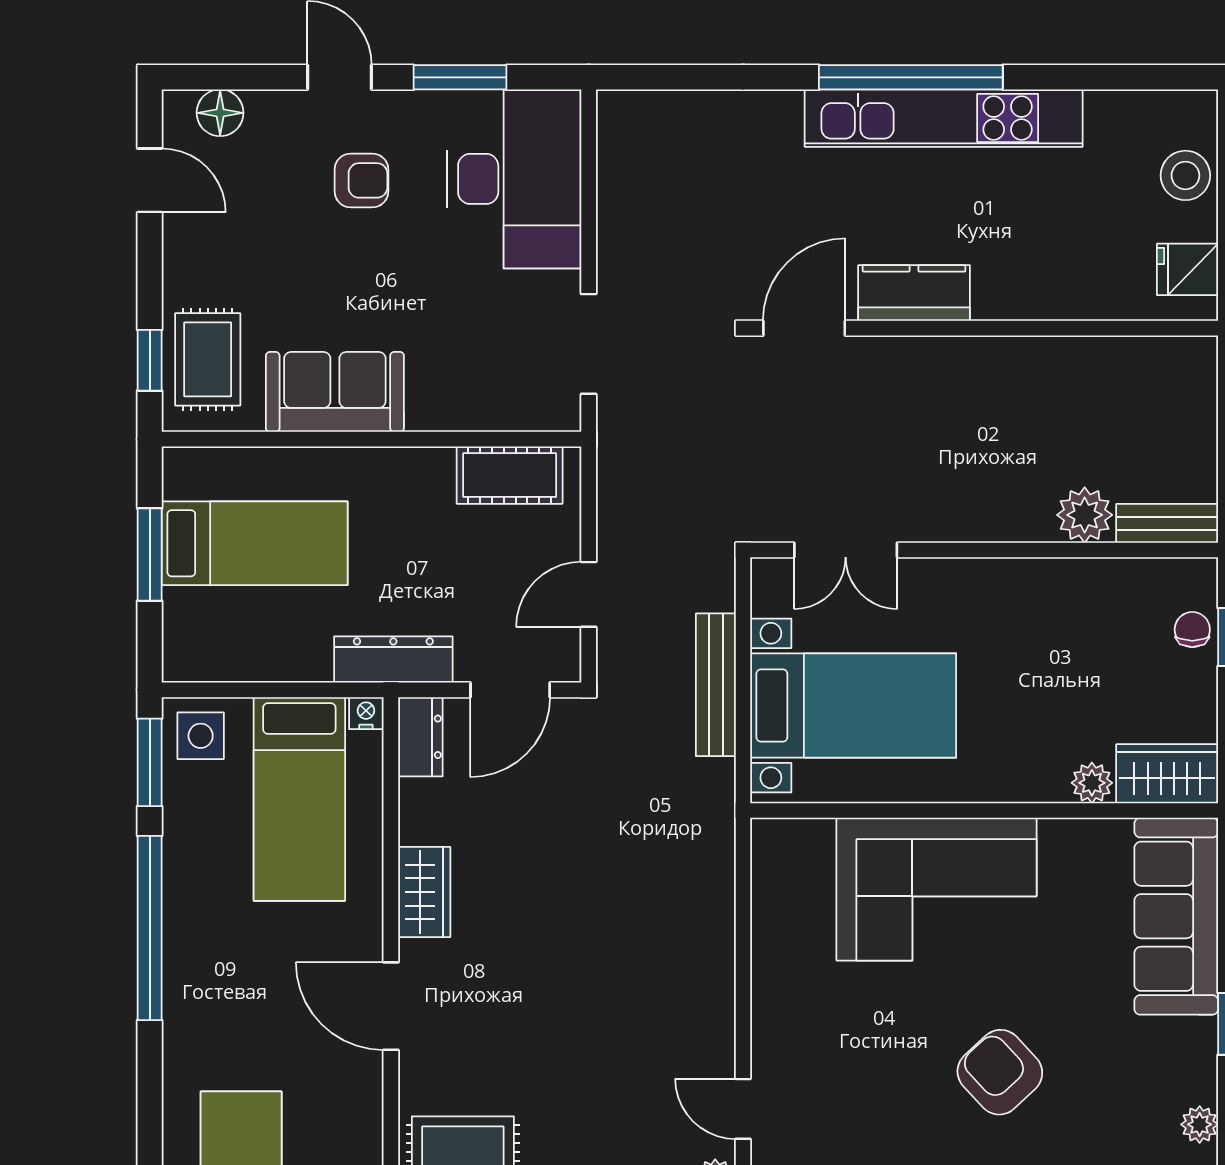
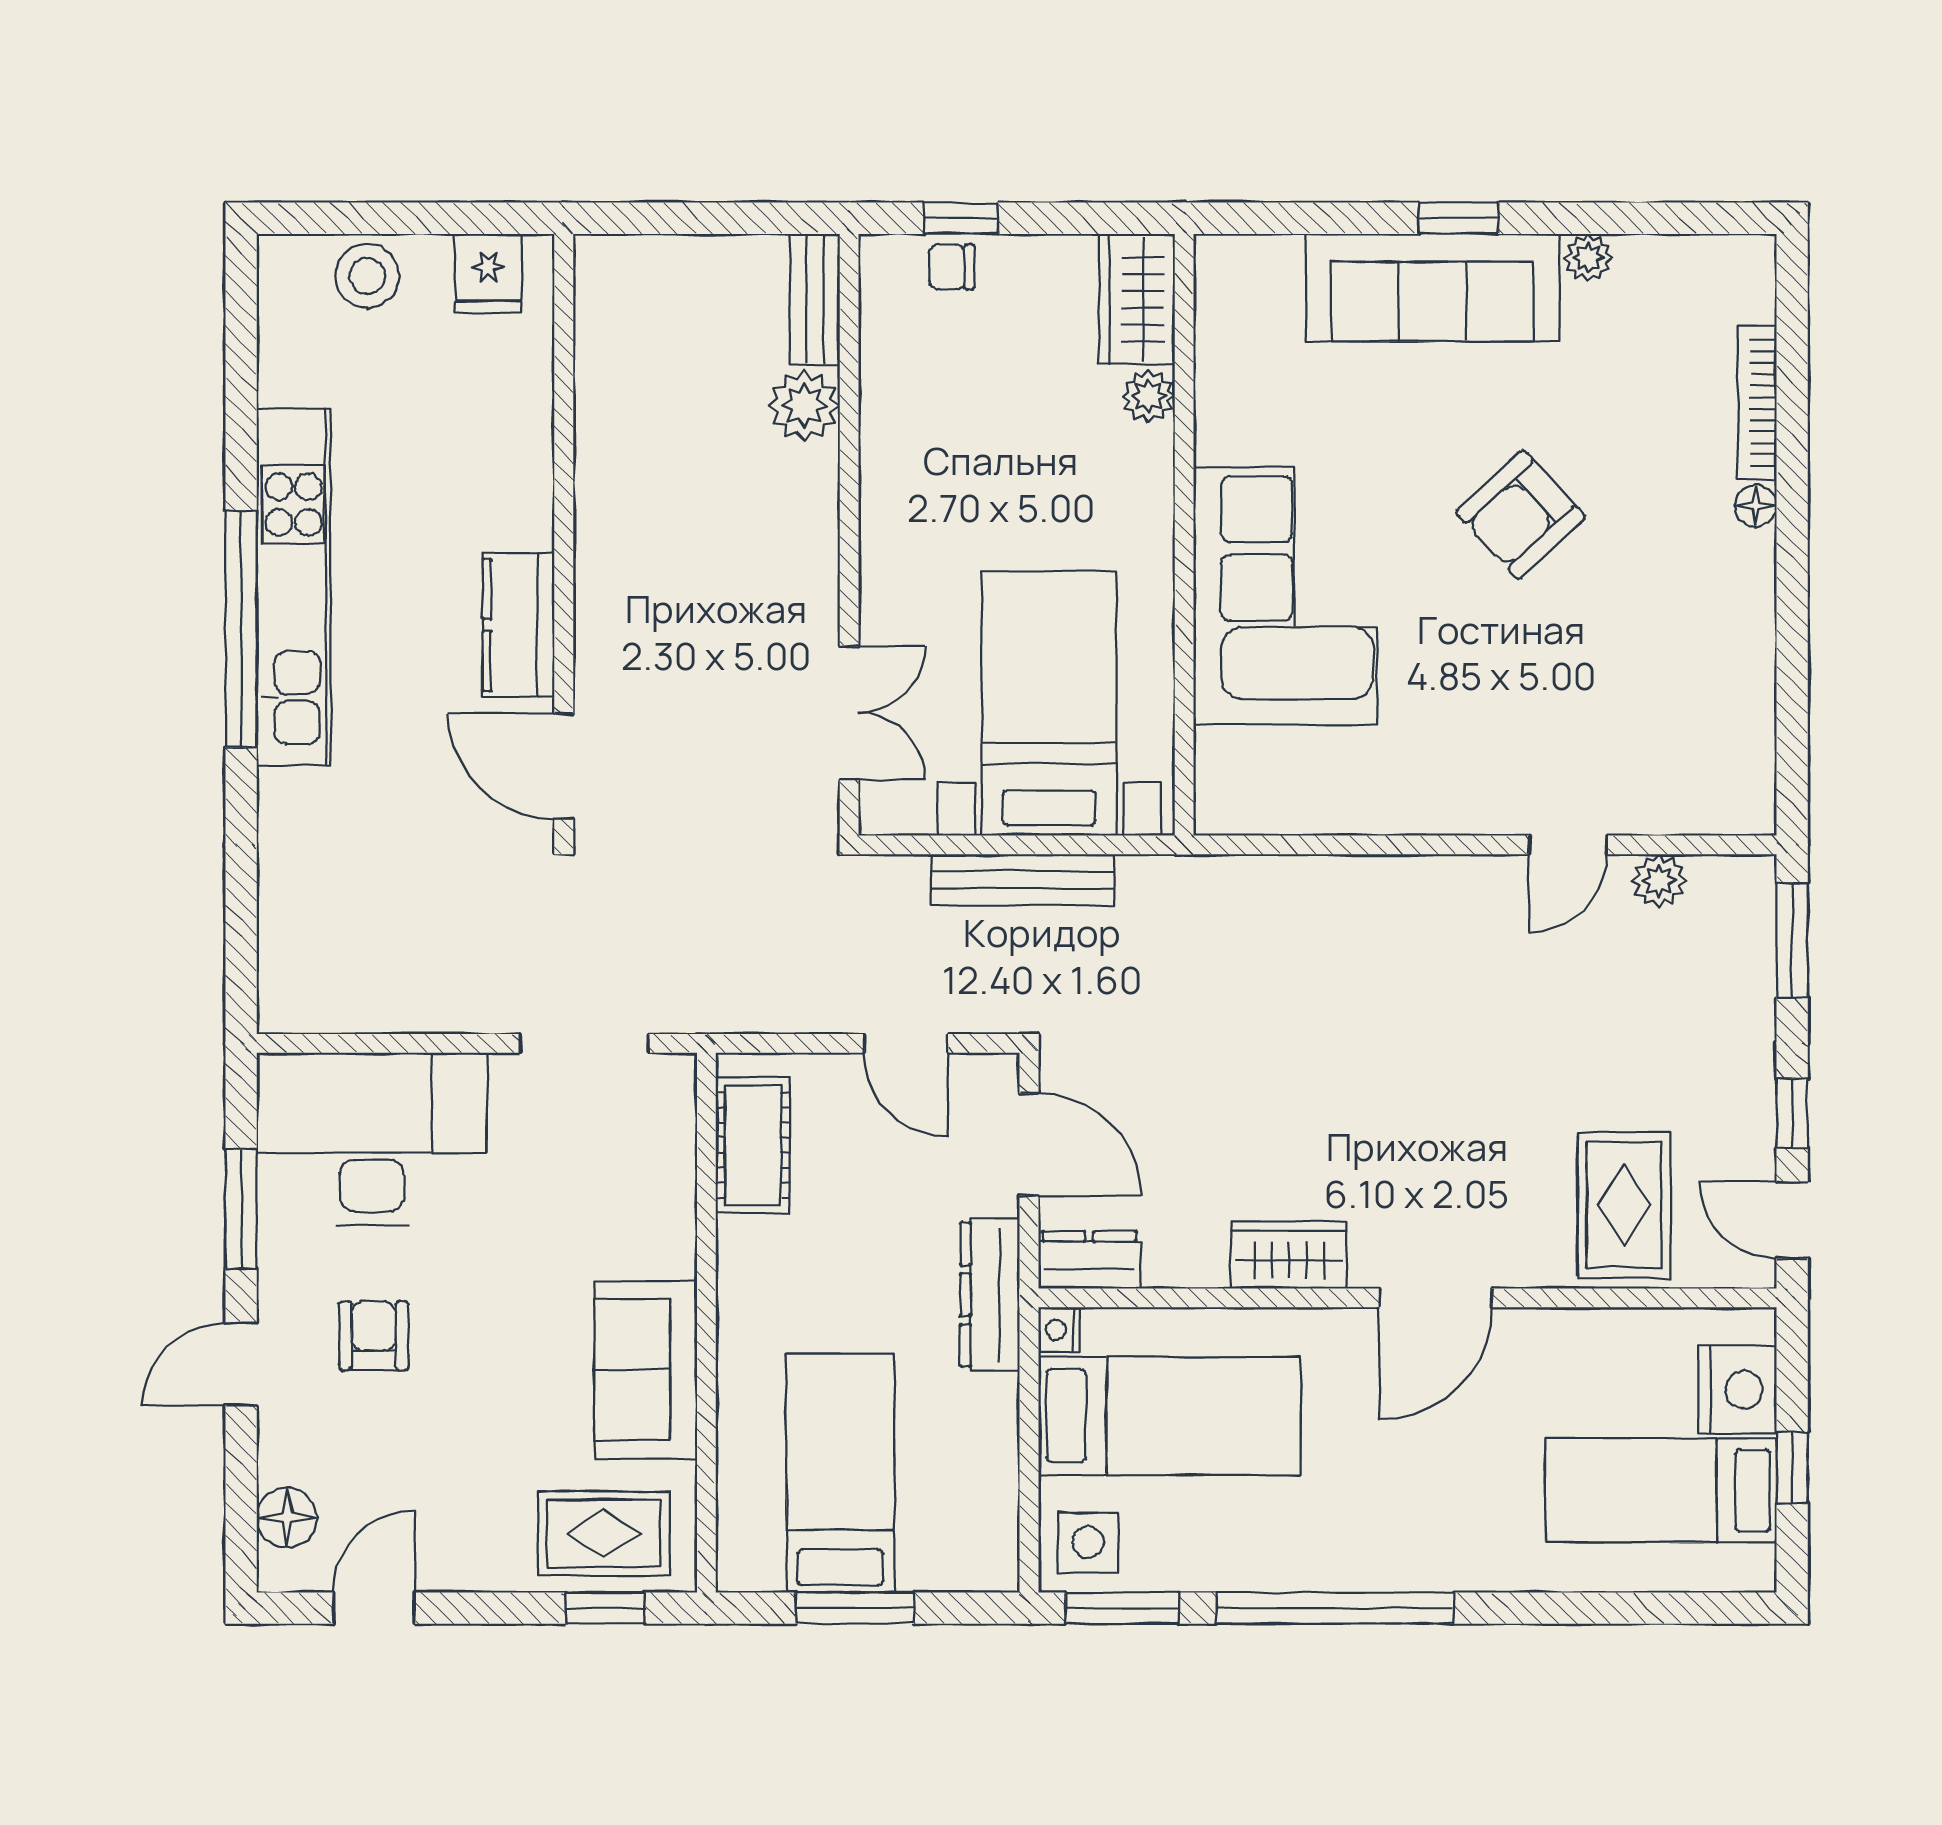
sofa: (1176, 916) -> (1432, 288), moved

